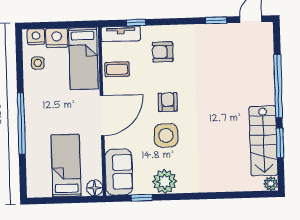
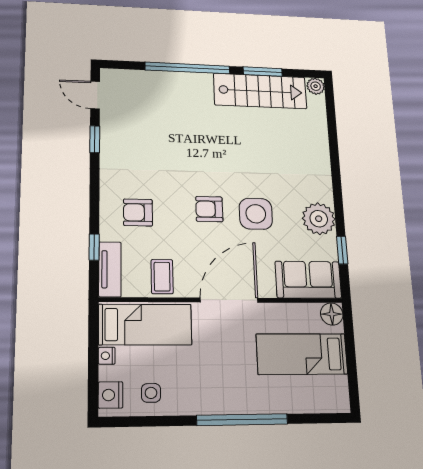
nightstand: (57, 38) -> (107, 356), width x0.53, depth x0.56
armchair: (163, 52) -> (138, 212), turned 90
door: (102, 116) -> (229, 300), hinge flipped

